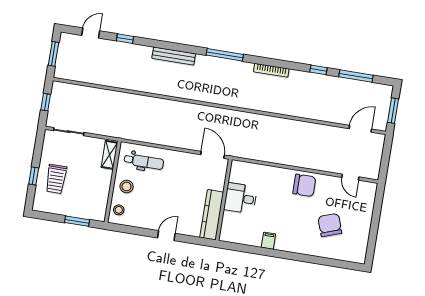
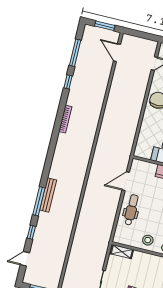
door: (91, 33) -> (25, 259), hinge flipped
window: (225, 55) -> (39, 201), moved
door: (213, 155) -> (126, 181), moved
dental chair: (144, 162) -> (131, 210), moved

